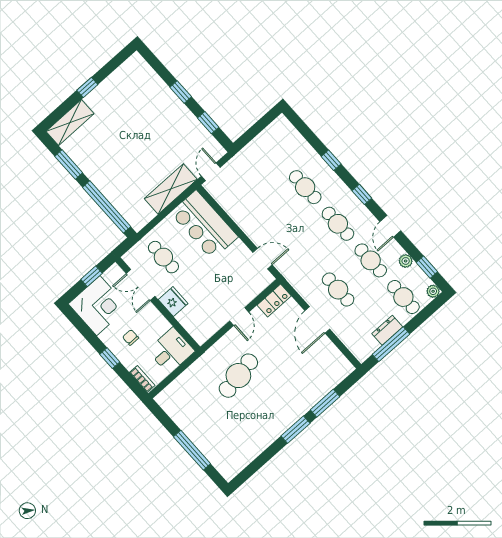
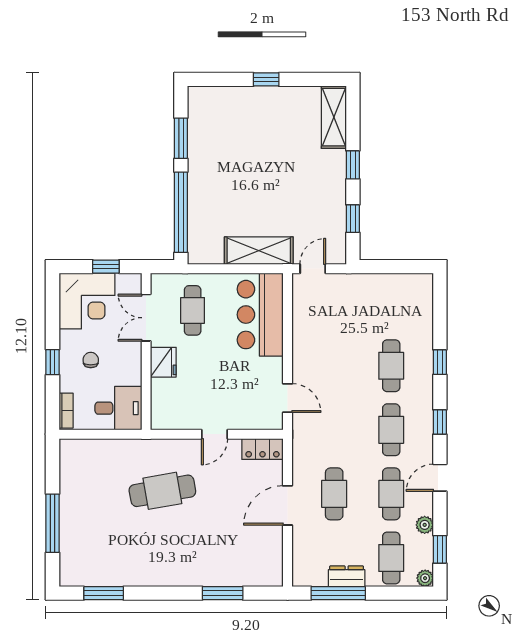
shelving: (70, 123) -> (334, 117), moved, turned 90
window: (296, 430) -> (104, 593), moved

